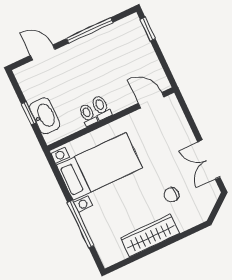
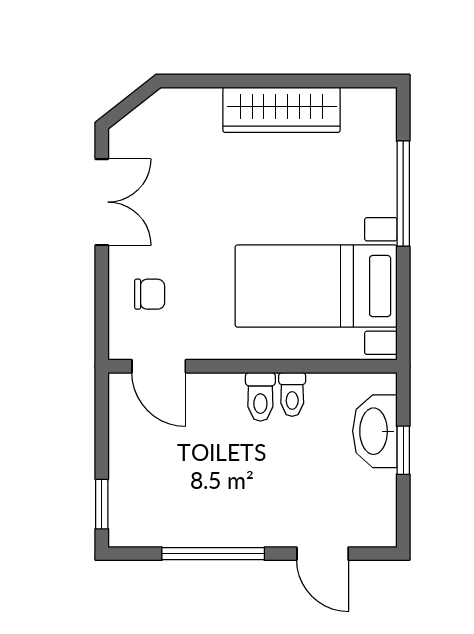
chair: (171, 195) -> (150, 294), moved

